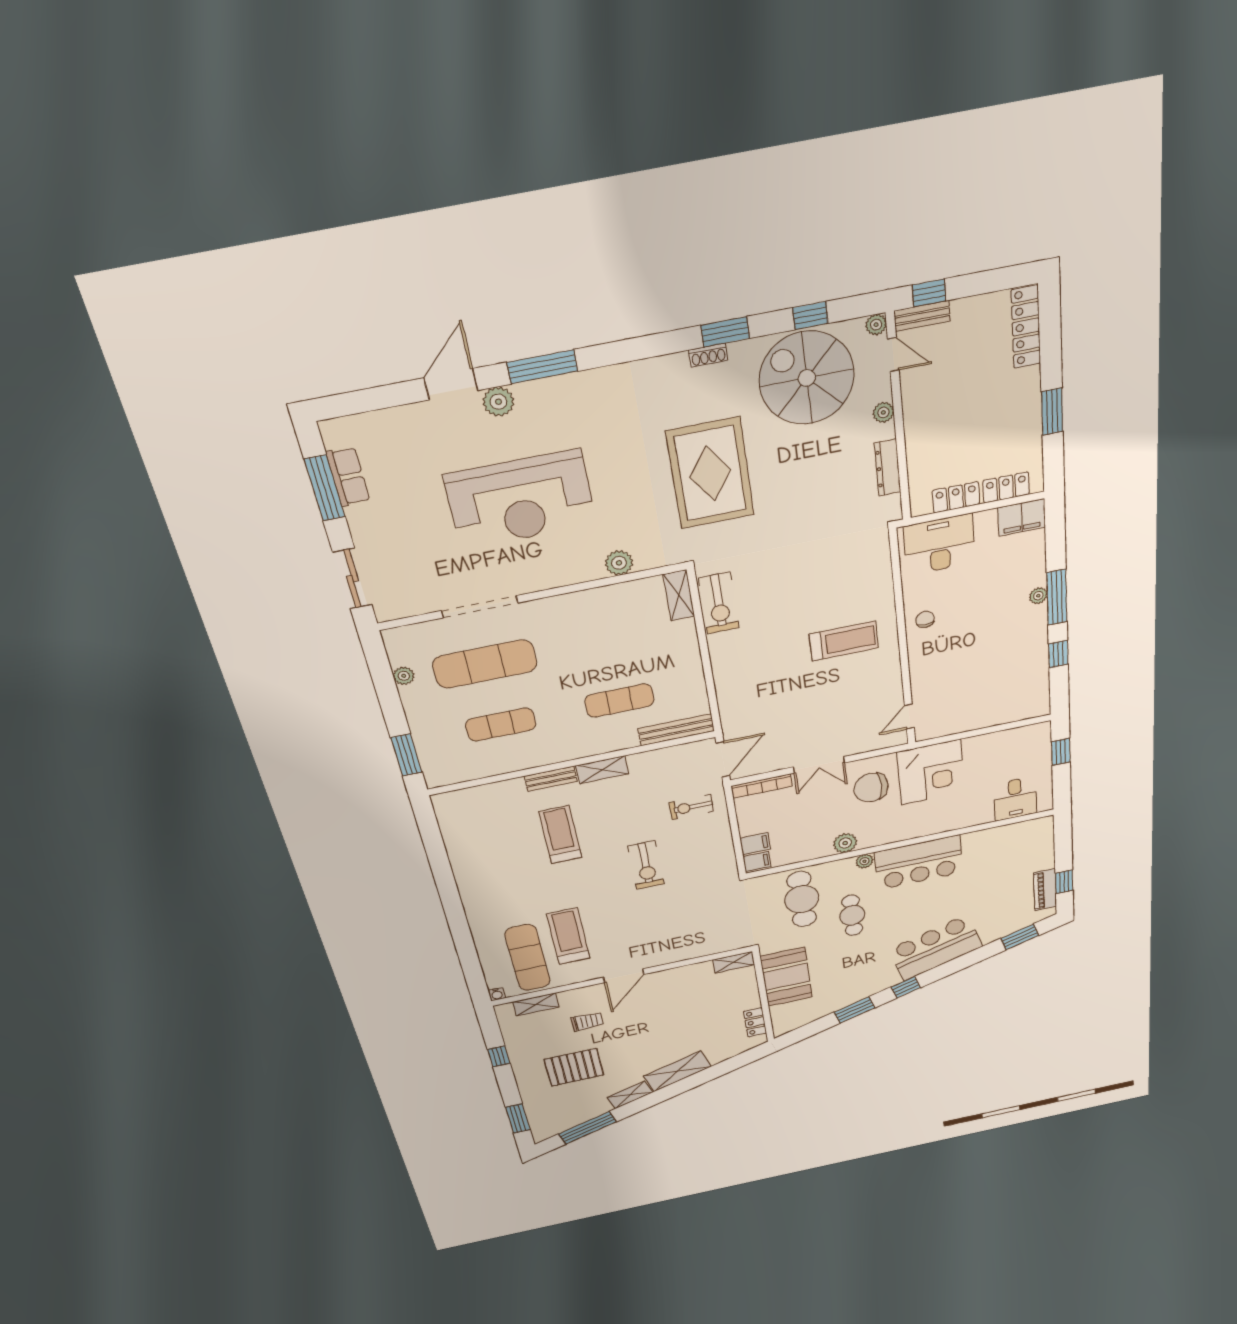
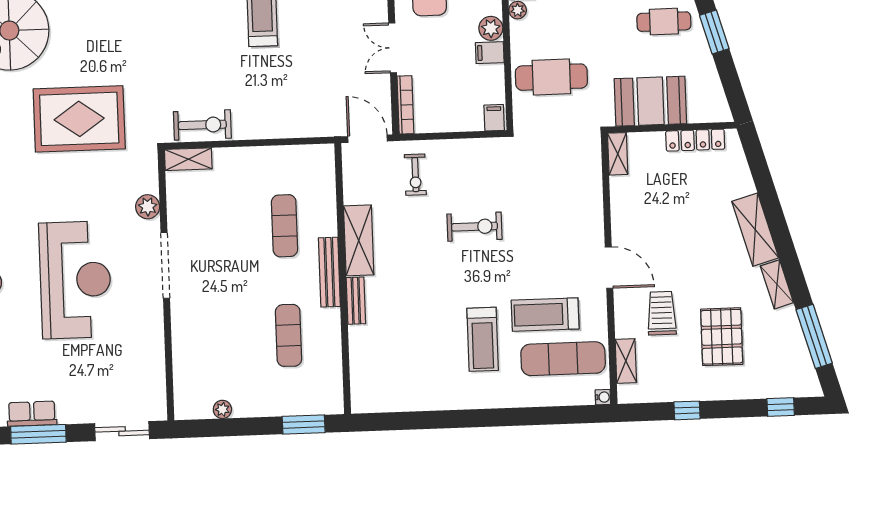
doorway: (480, 607) -> (165, 265), moved
exercise mat: (485, 664) -> (224, 338), removed
bench: (676, 730) -> (329, 272), moved
double door: (819, 765) -> (393, 48), swing flipped
shelving: (602, 770) -> (359, 240), width x1.50, depth x1.33
treadmill: (560, 835) -> (483, 339), moved, turned -90
filing cabinet: (755, 844) -> (490, 53), moved, turned -90
cafe table: (852, 915) -> (664, 22), moved
trolley: (587, 1022) -> (662, 313), width x1.36, depth x1.39
locker: (755, 1022) -> (695, 140), width x1.53
window: (518, 1118) -> (781, 407), width x0.67

